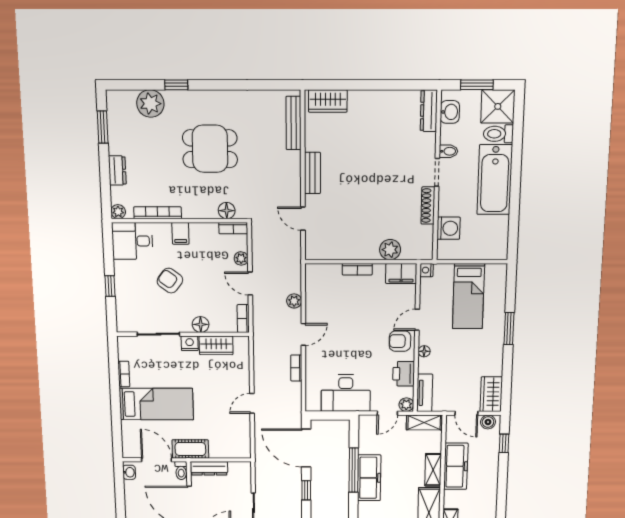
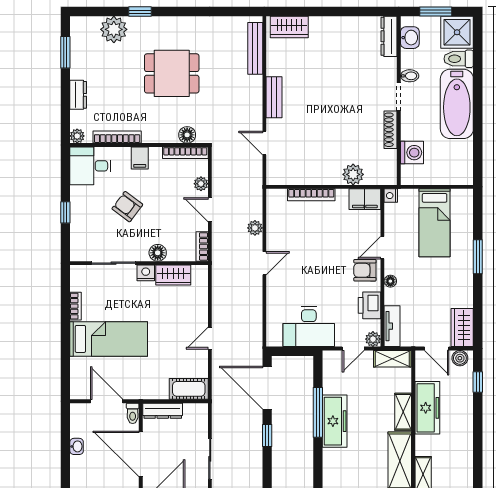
bookcase: (233, 228) -> (185, 153), width x1.56
bookcase: (357, 269) -> (311, 195), width x1.56
bookcase: (296, 368) -> (257, 299), removed
cot: (190, 449) -> (189, 389), moved
washbasin: (129, 472) -> (77, 446), moved

